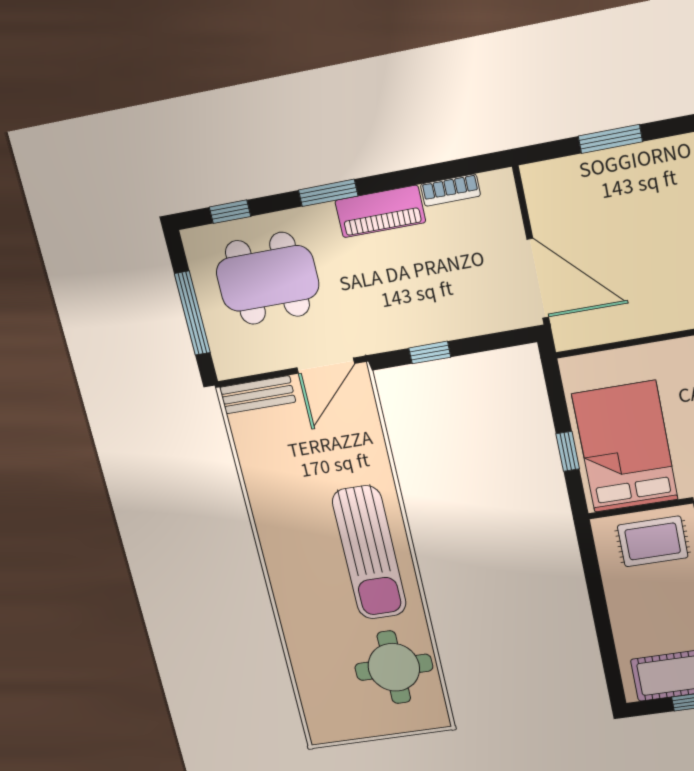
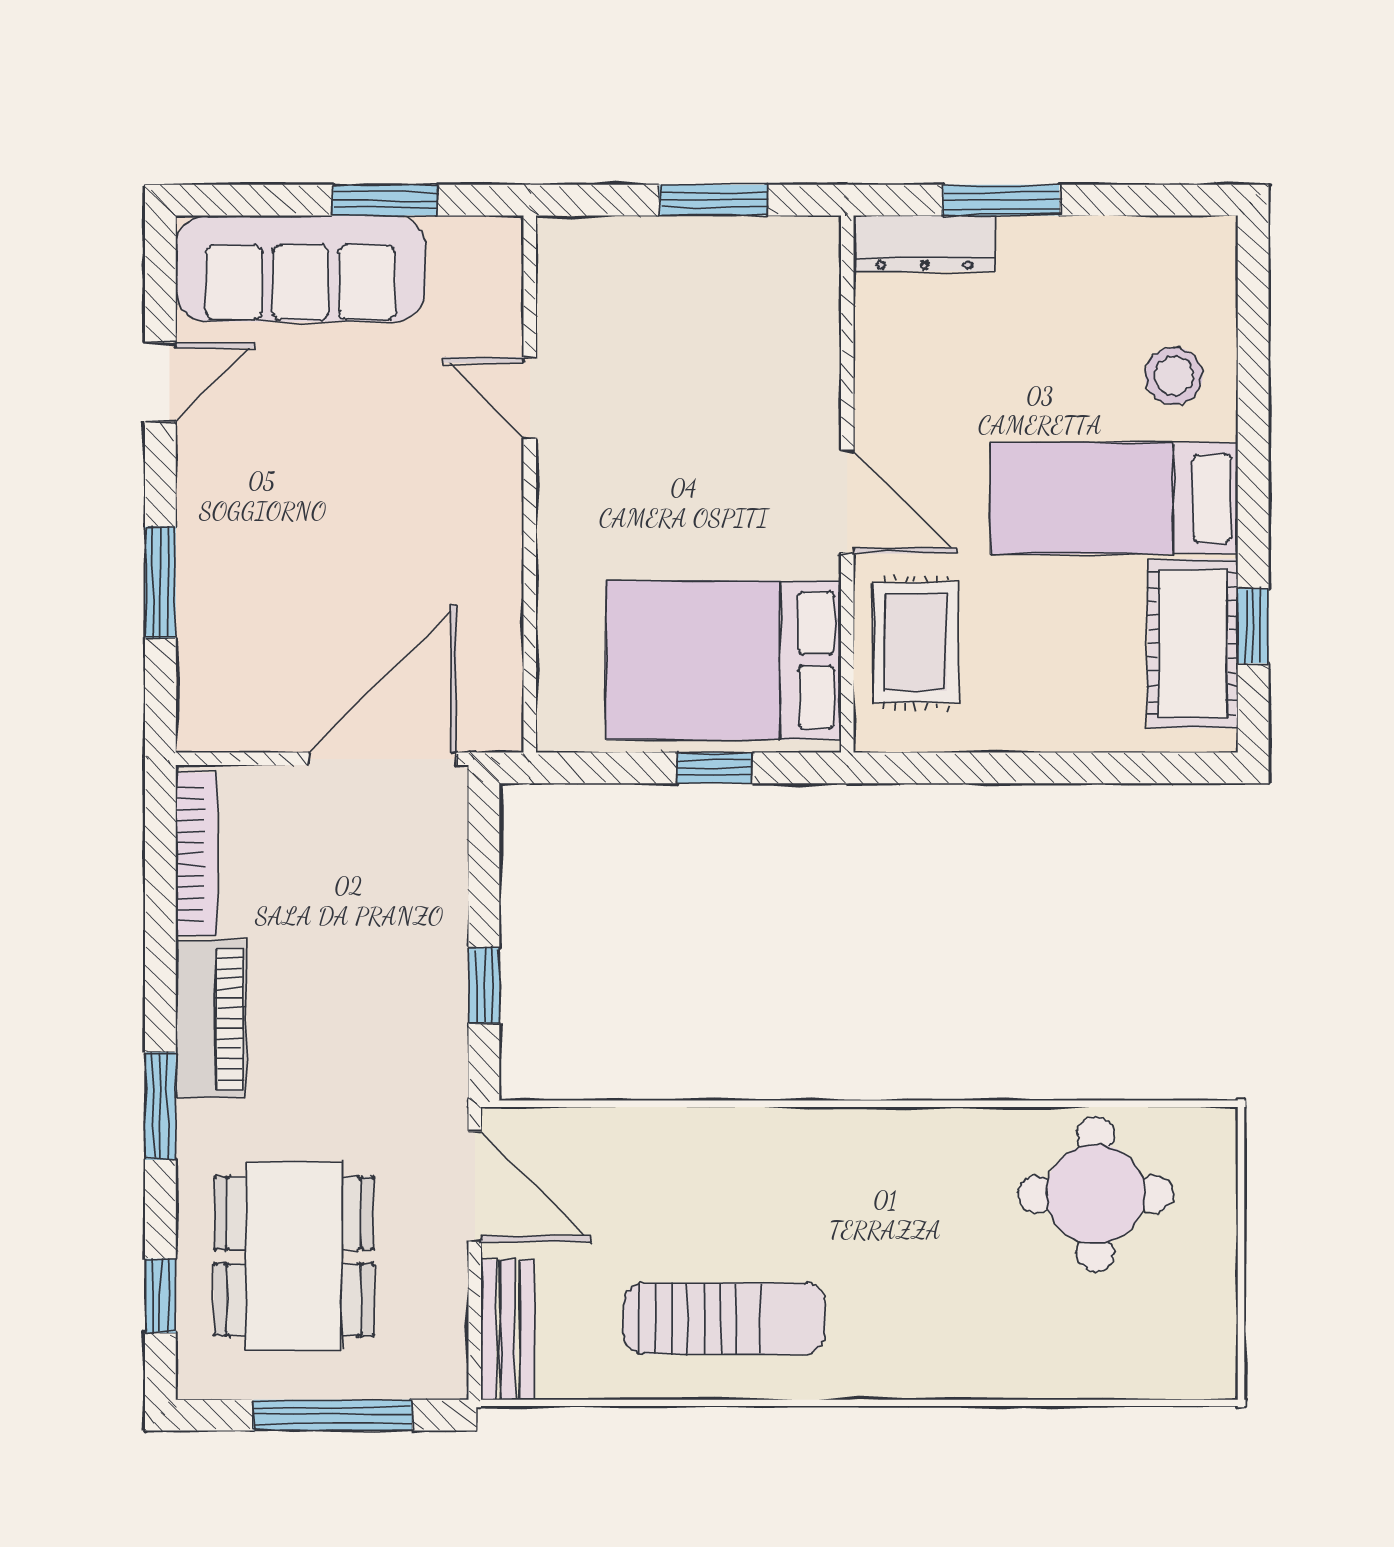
bookcase: (450, 190) -> (196, 854), width x1.56
sun lounger: (369, 553) -> (724, 1319), moved, width x0.73, depth x0.75

